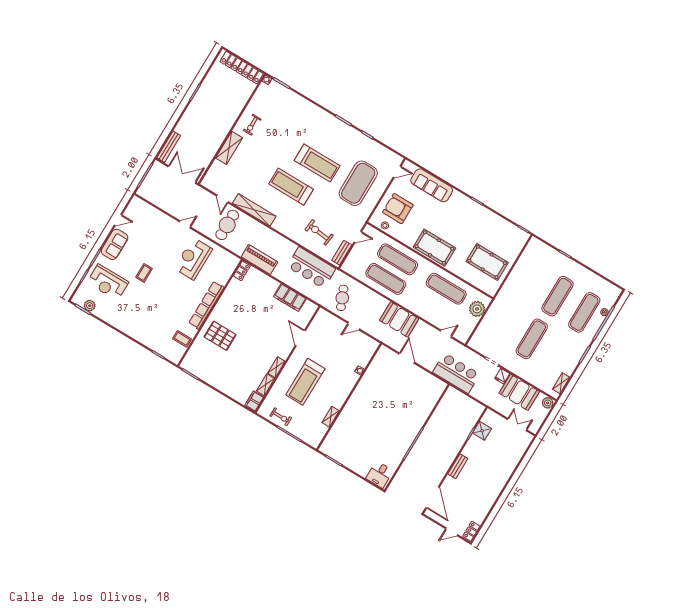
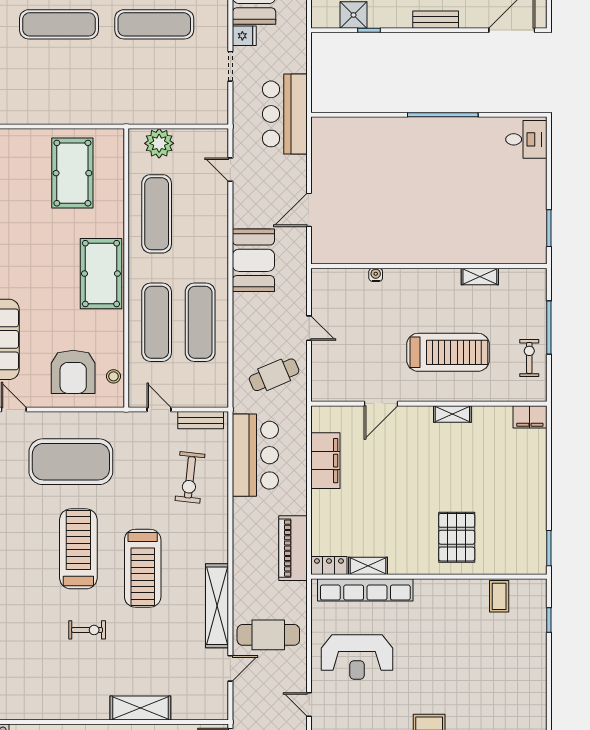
exercise bike: (252, 125) -> (87, 630), moved
row of seats: (206, 305) -> (365, 590), moved
shelving: (266, 385) -> (368, 566), moved

